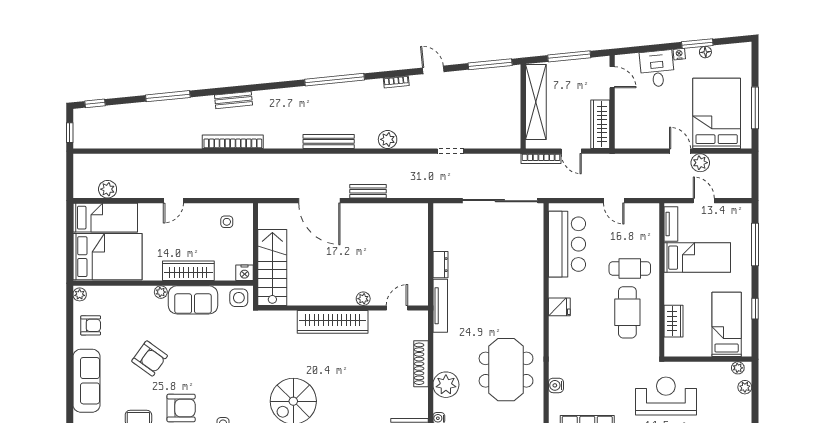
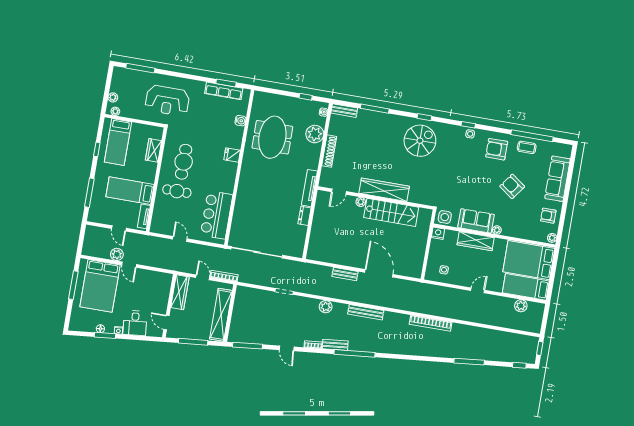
bench: (233, 100) -> (335, 345), moved
stairs: (272, 267) -> (391, 212), moved, turned -90
fridge: (559, 307) -> (232, 155), moved

